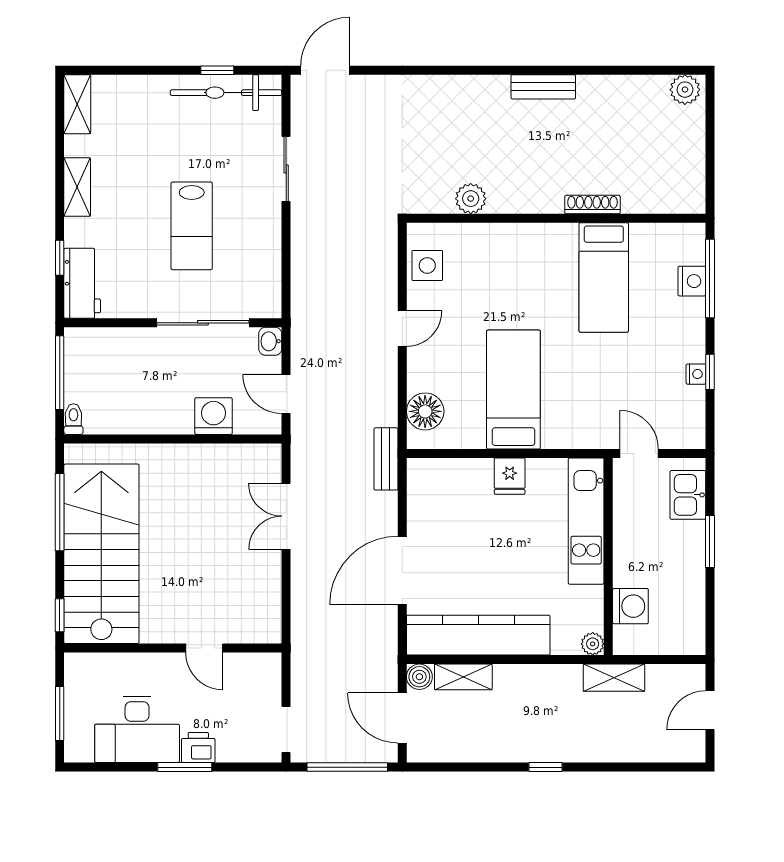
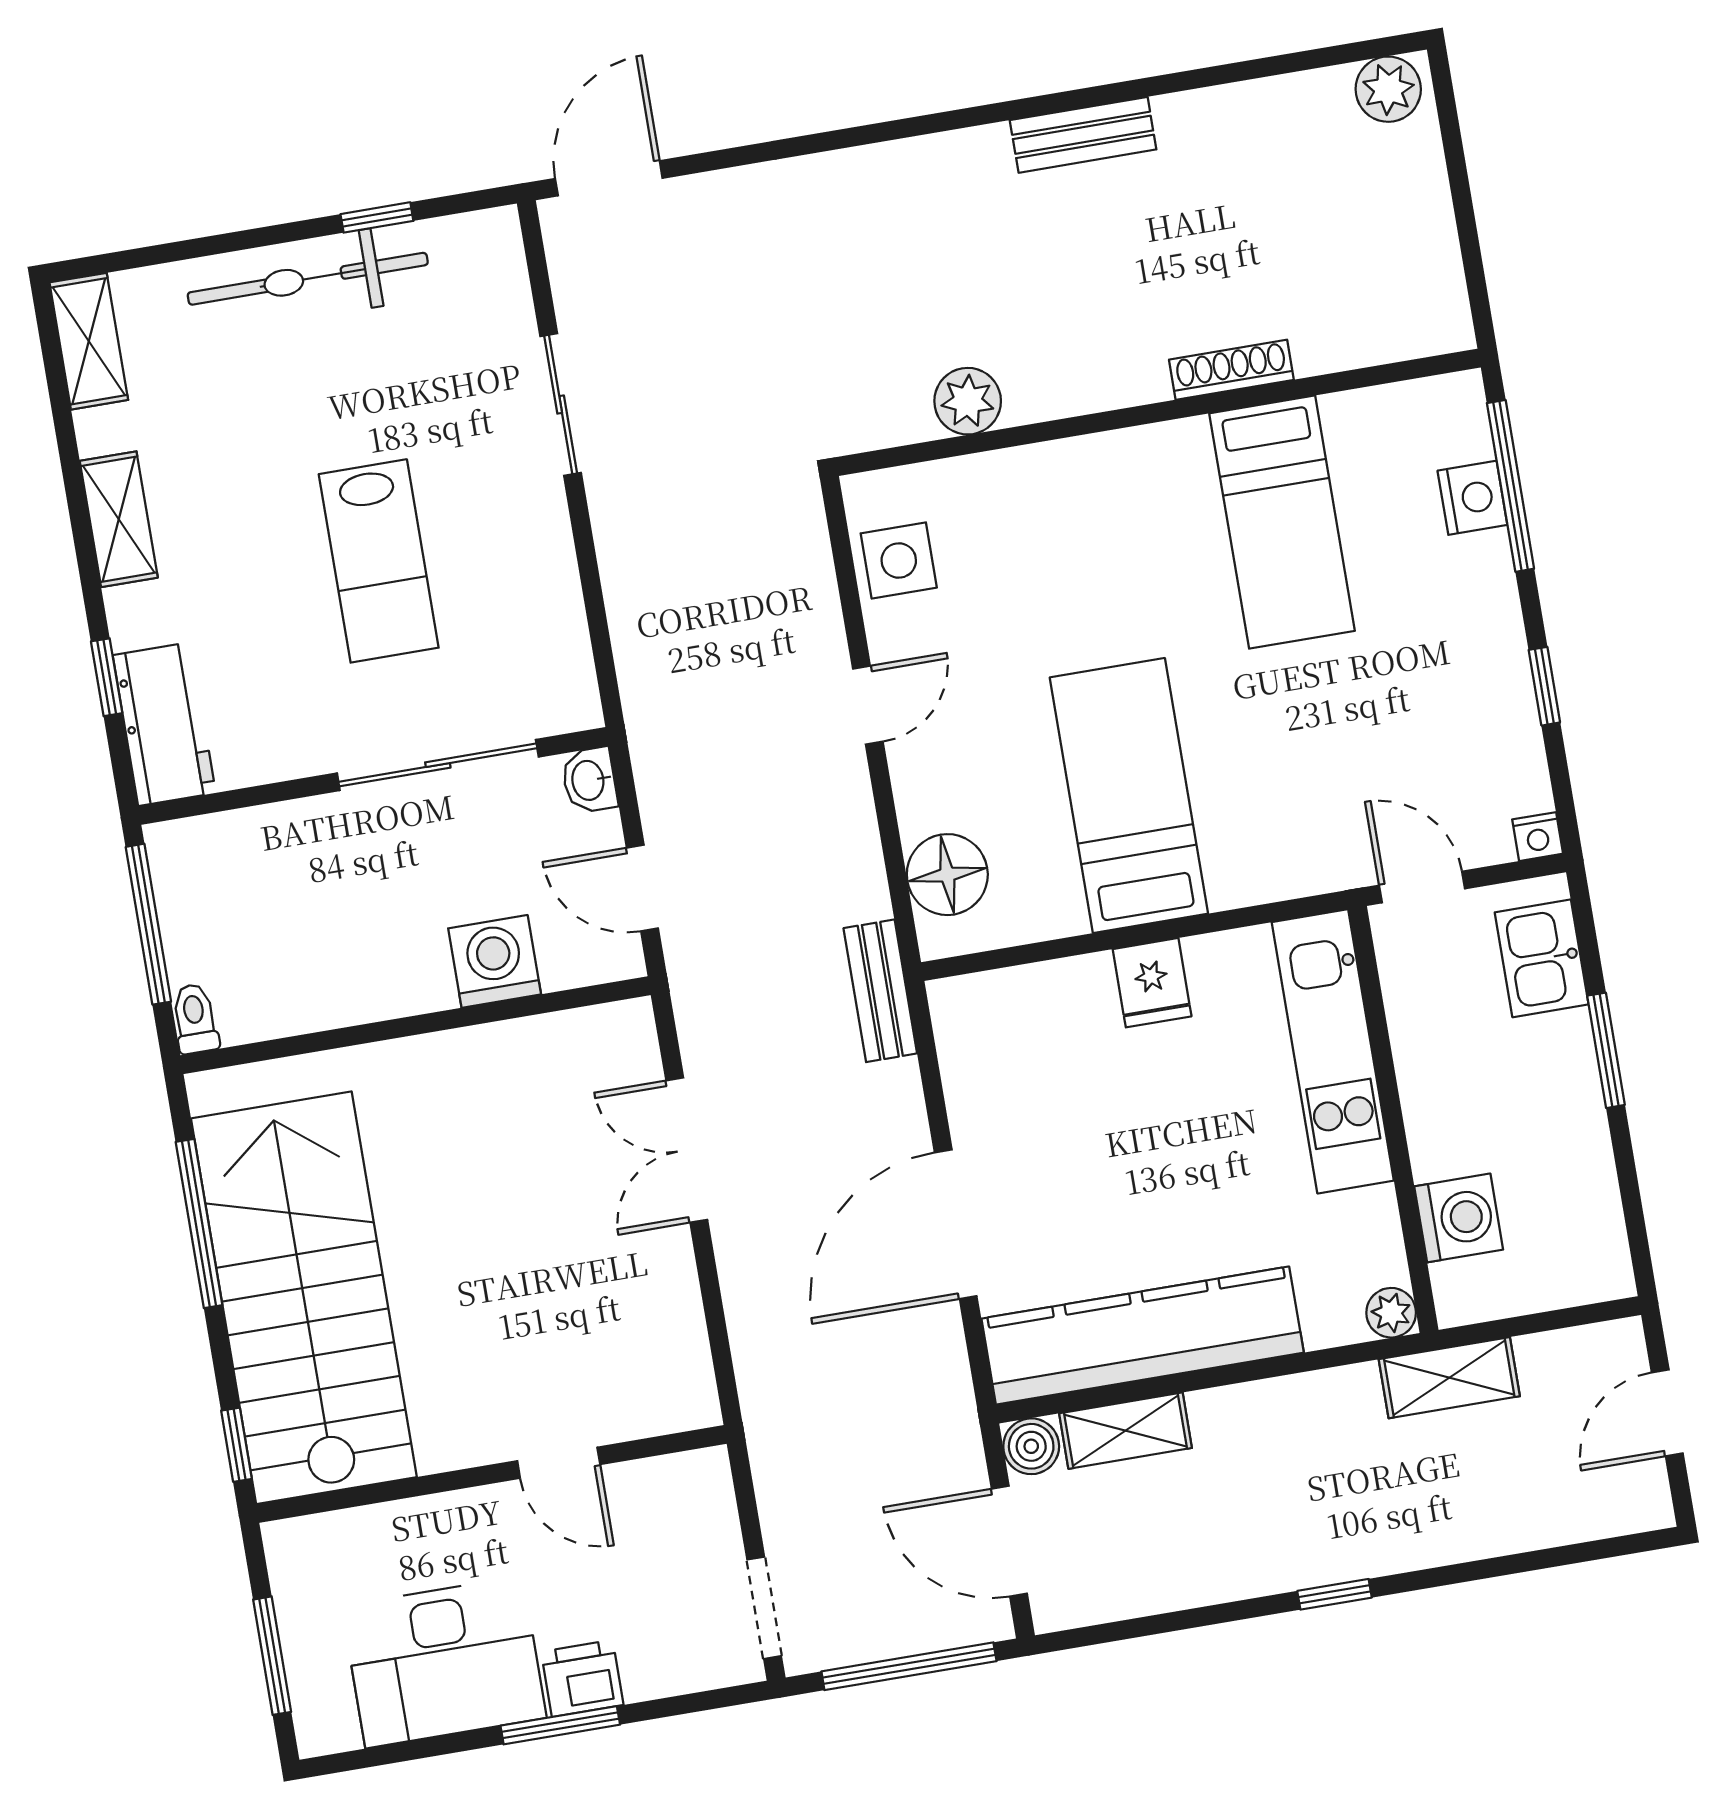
bicycle: (226, 93) -> (308, 279), moved
nightstand: (696, 374) -> (1538, 837), moved, turned 90

